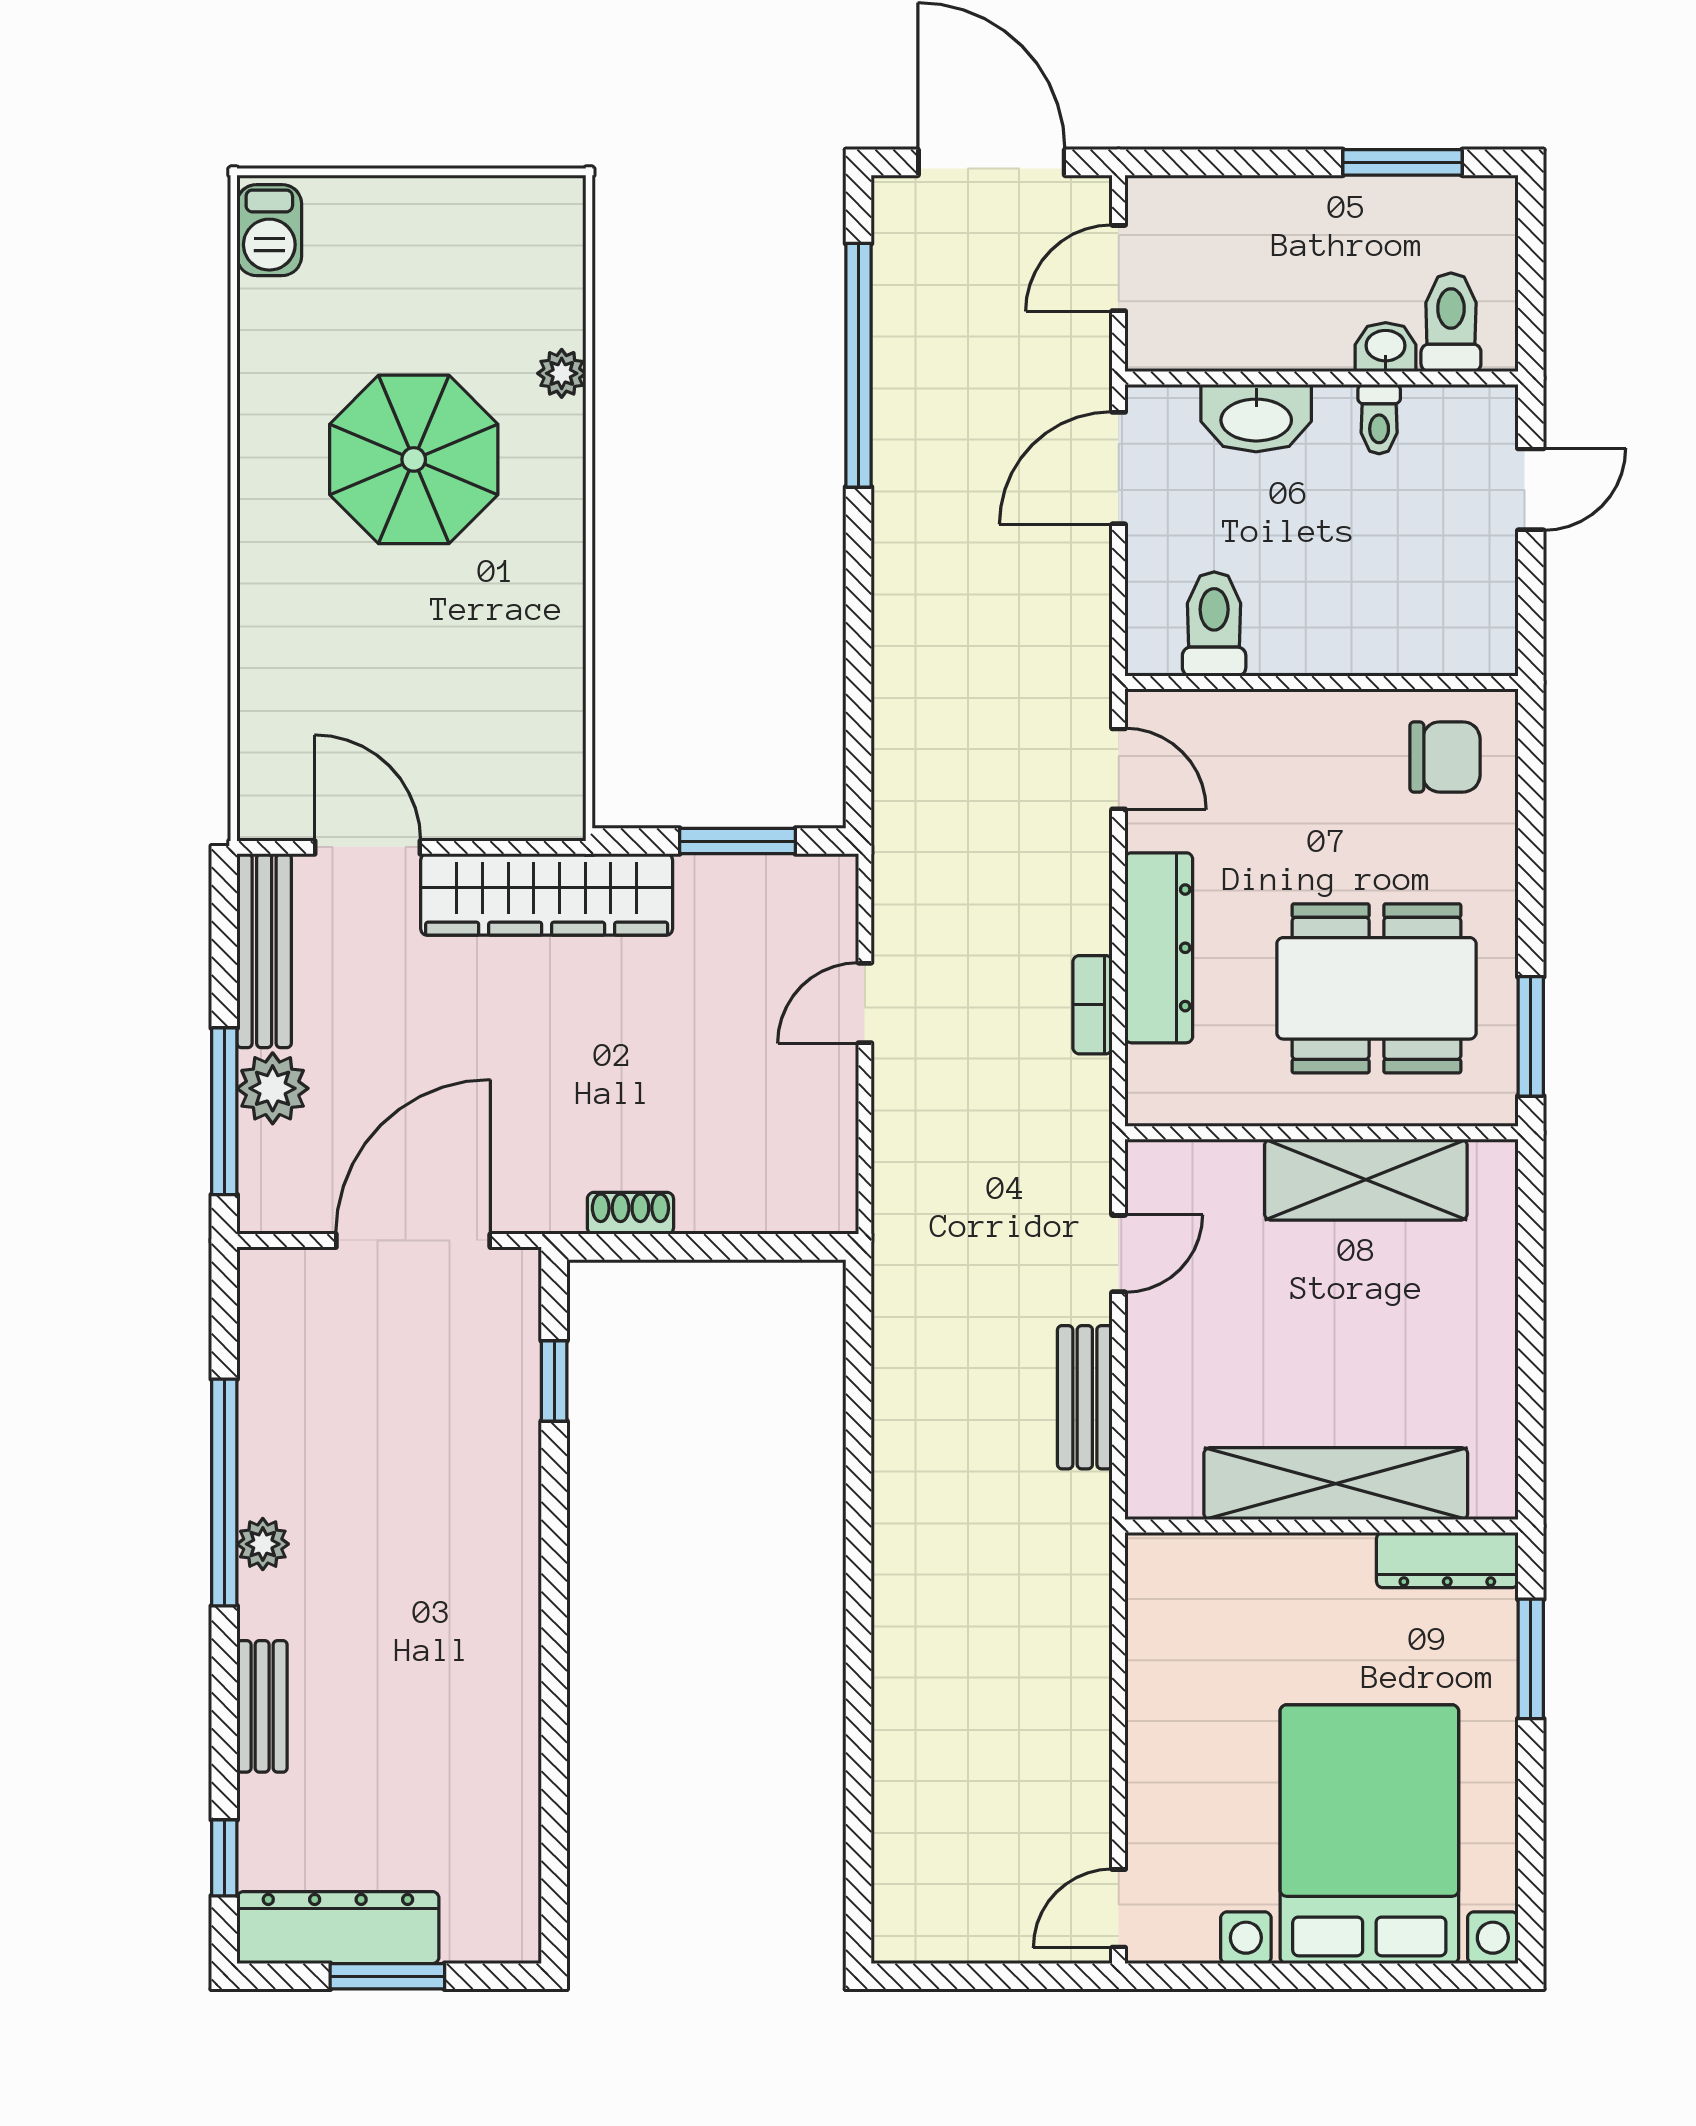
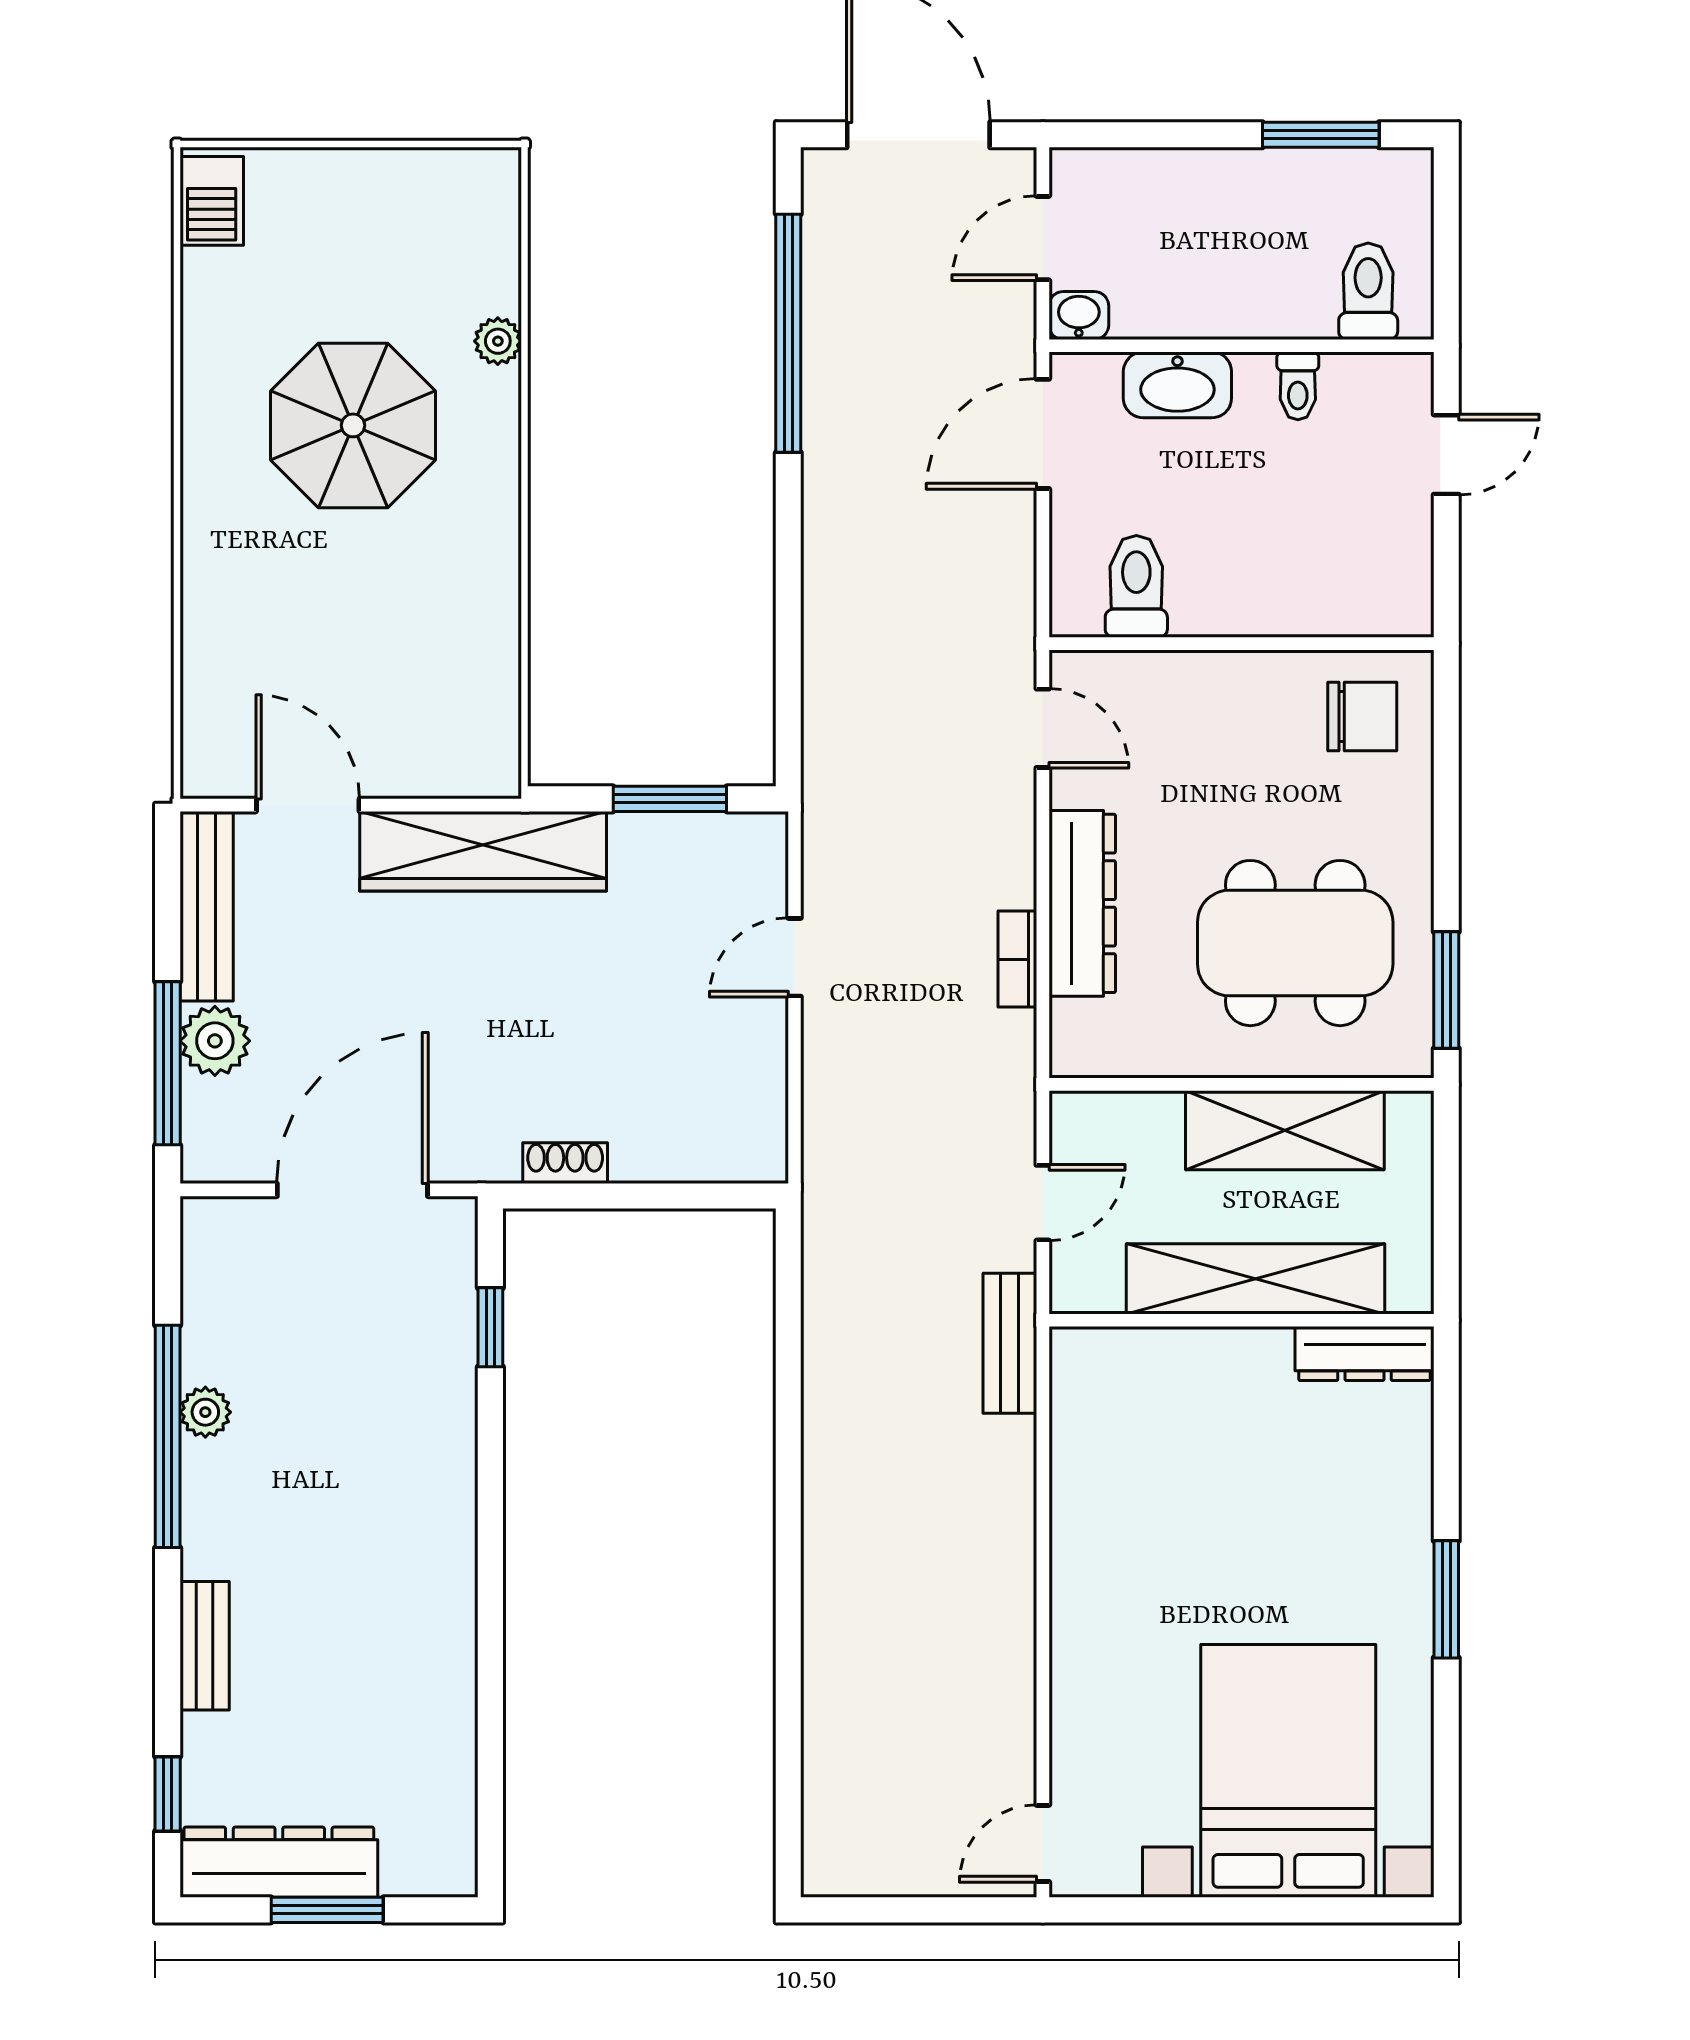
washbasin: (1386, 347) -> (1079, 315), moved
shelving: (1336, 1484) -> (1255, 1279), moved
wall: (1321, 1526) -> (1241, 1320), moved
plant: (263, 1544) -> (205, 1412), moved
dresser: (1447, 1560) -> (1365, 1354), moved

